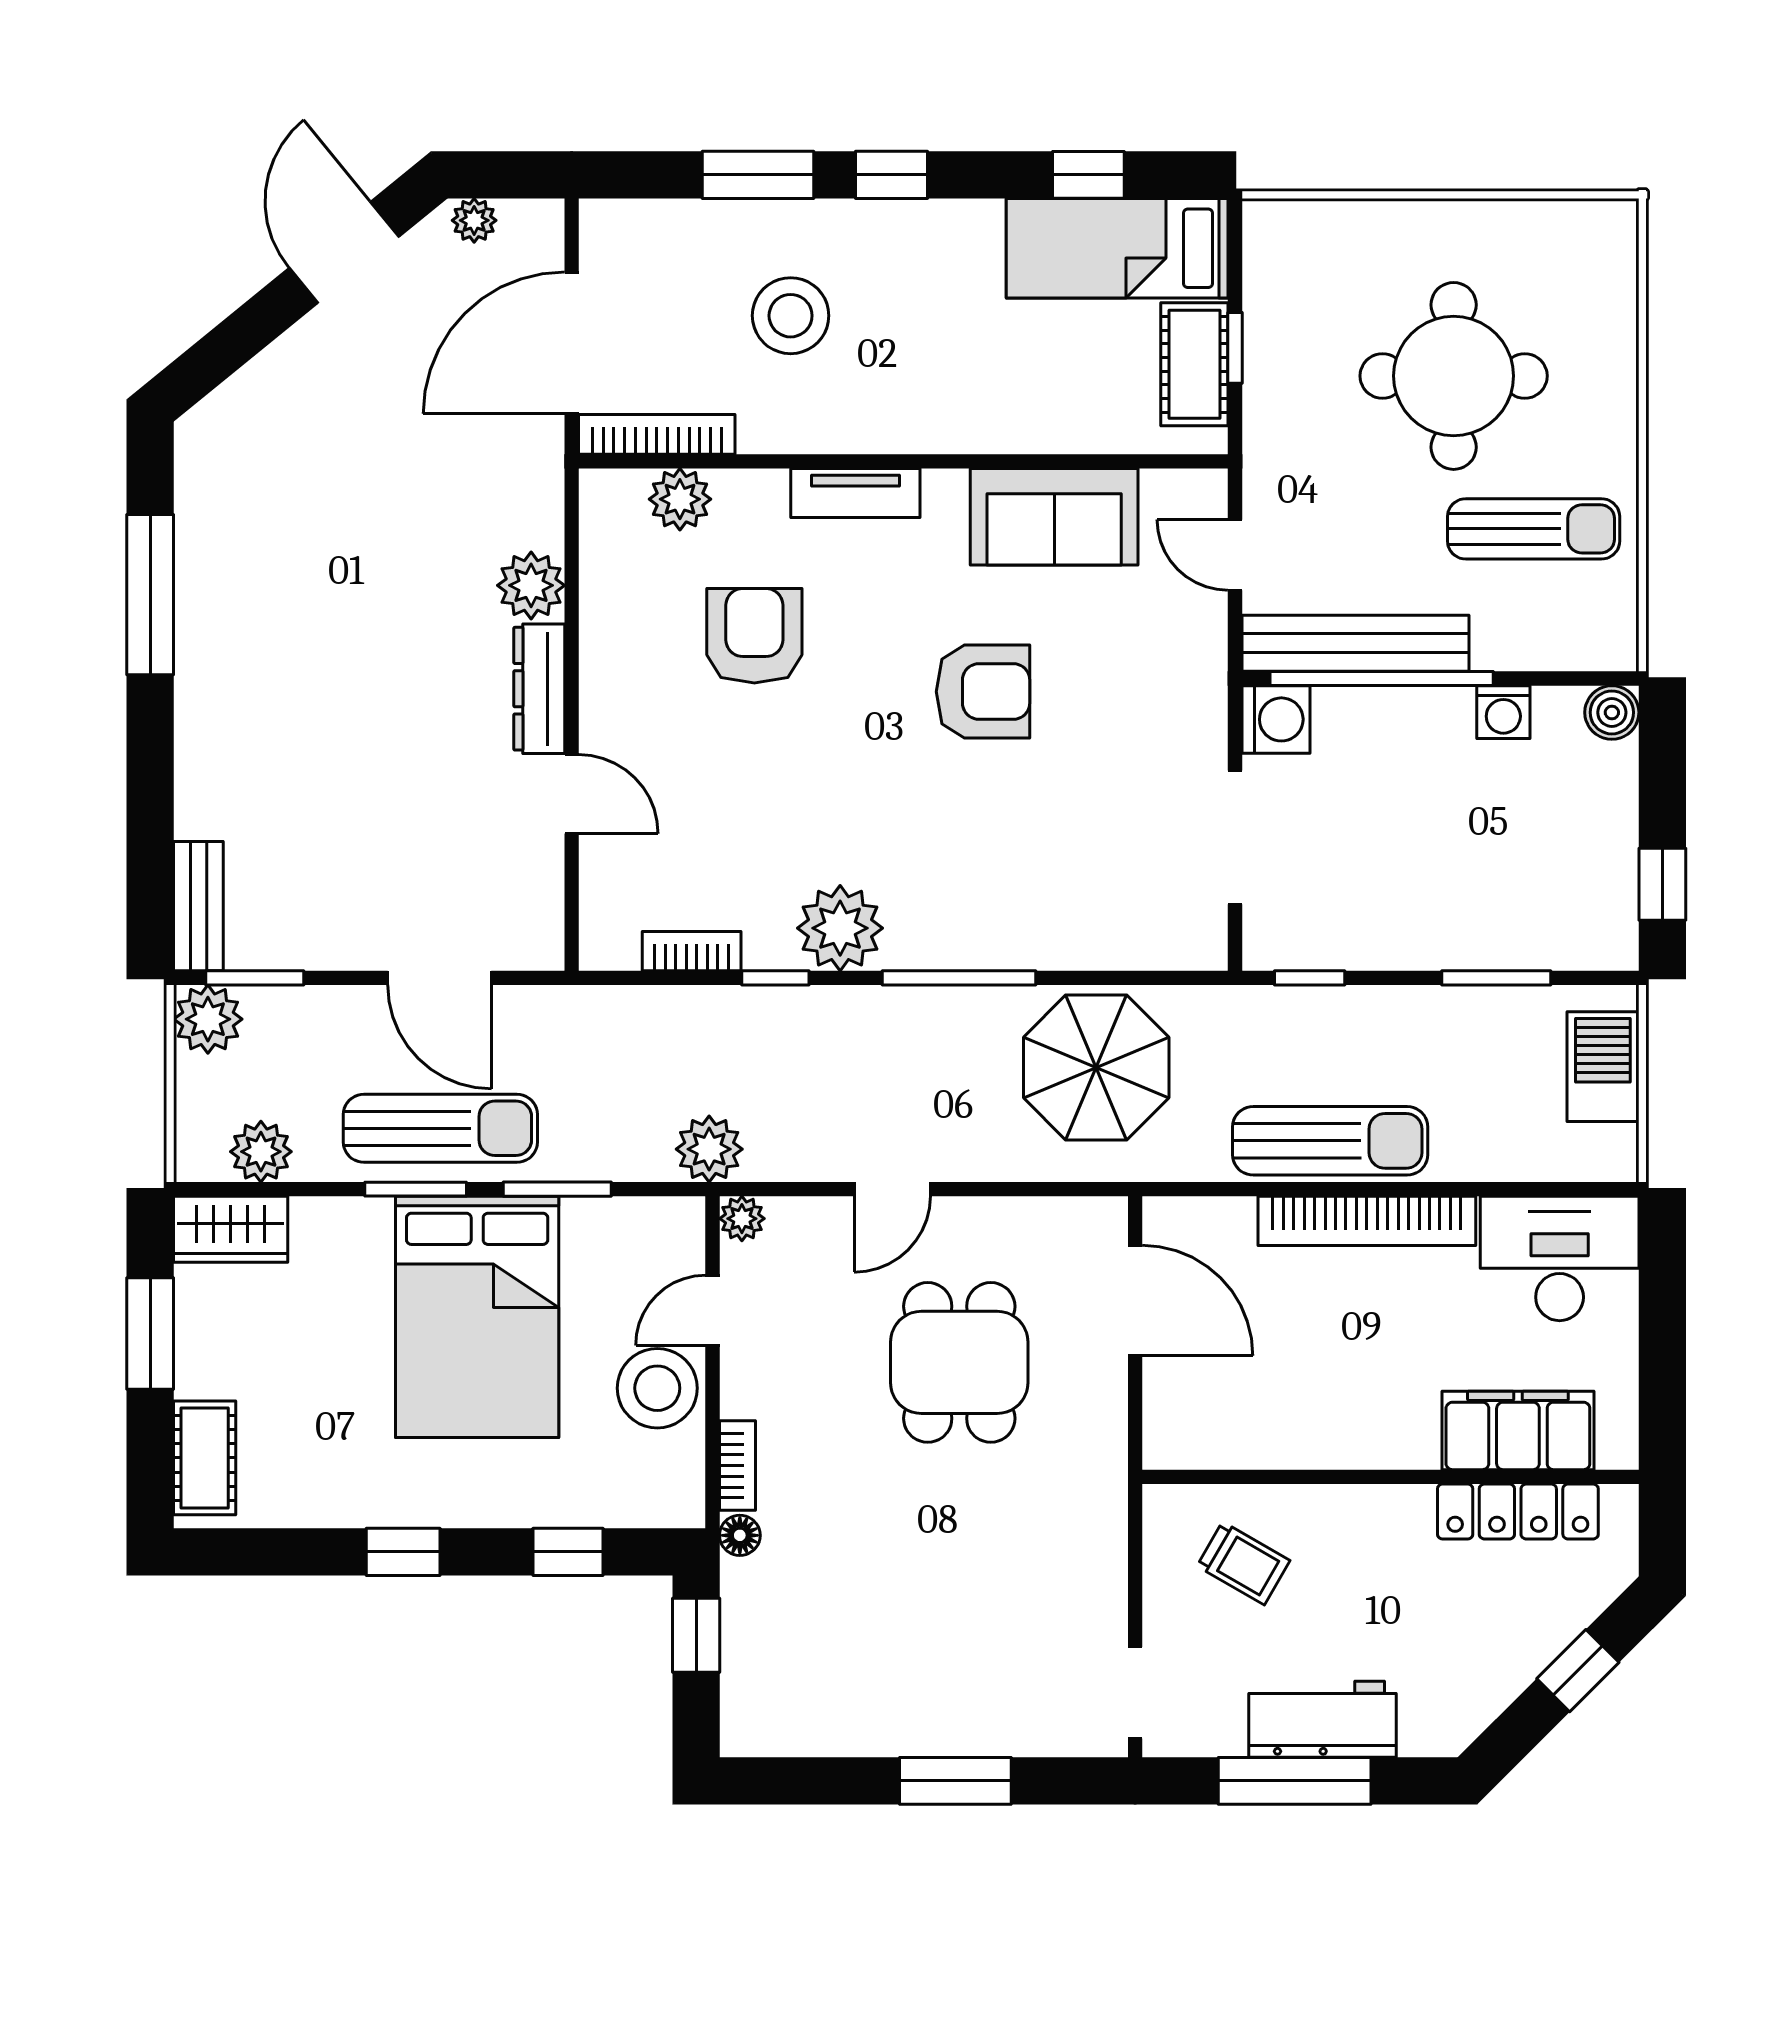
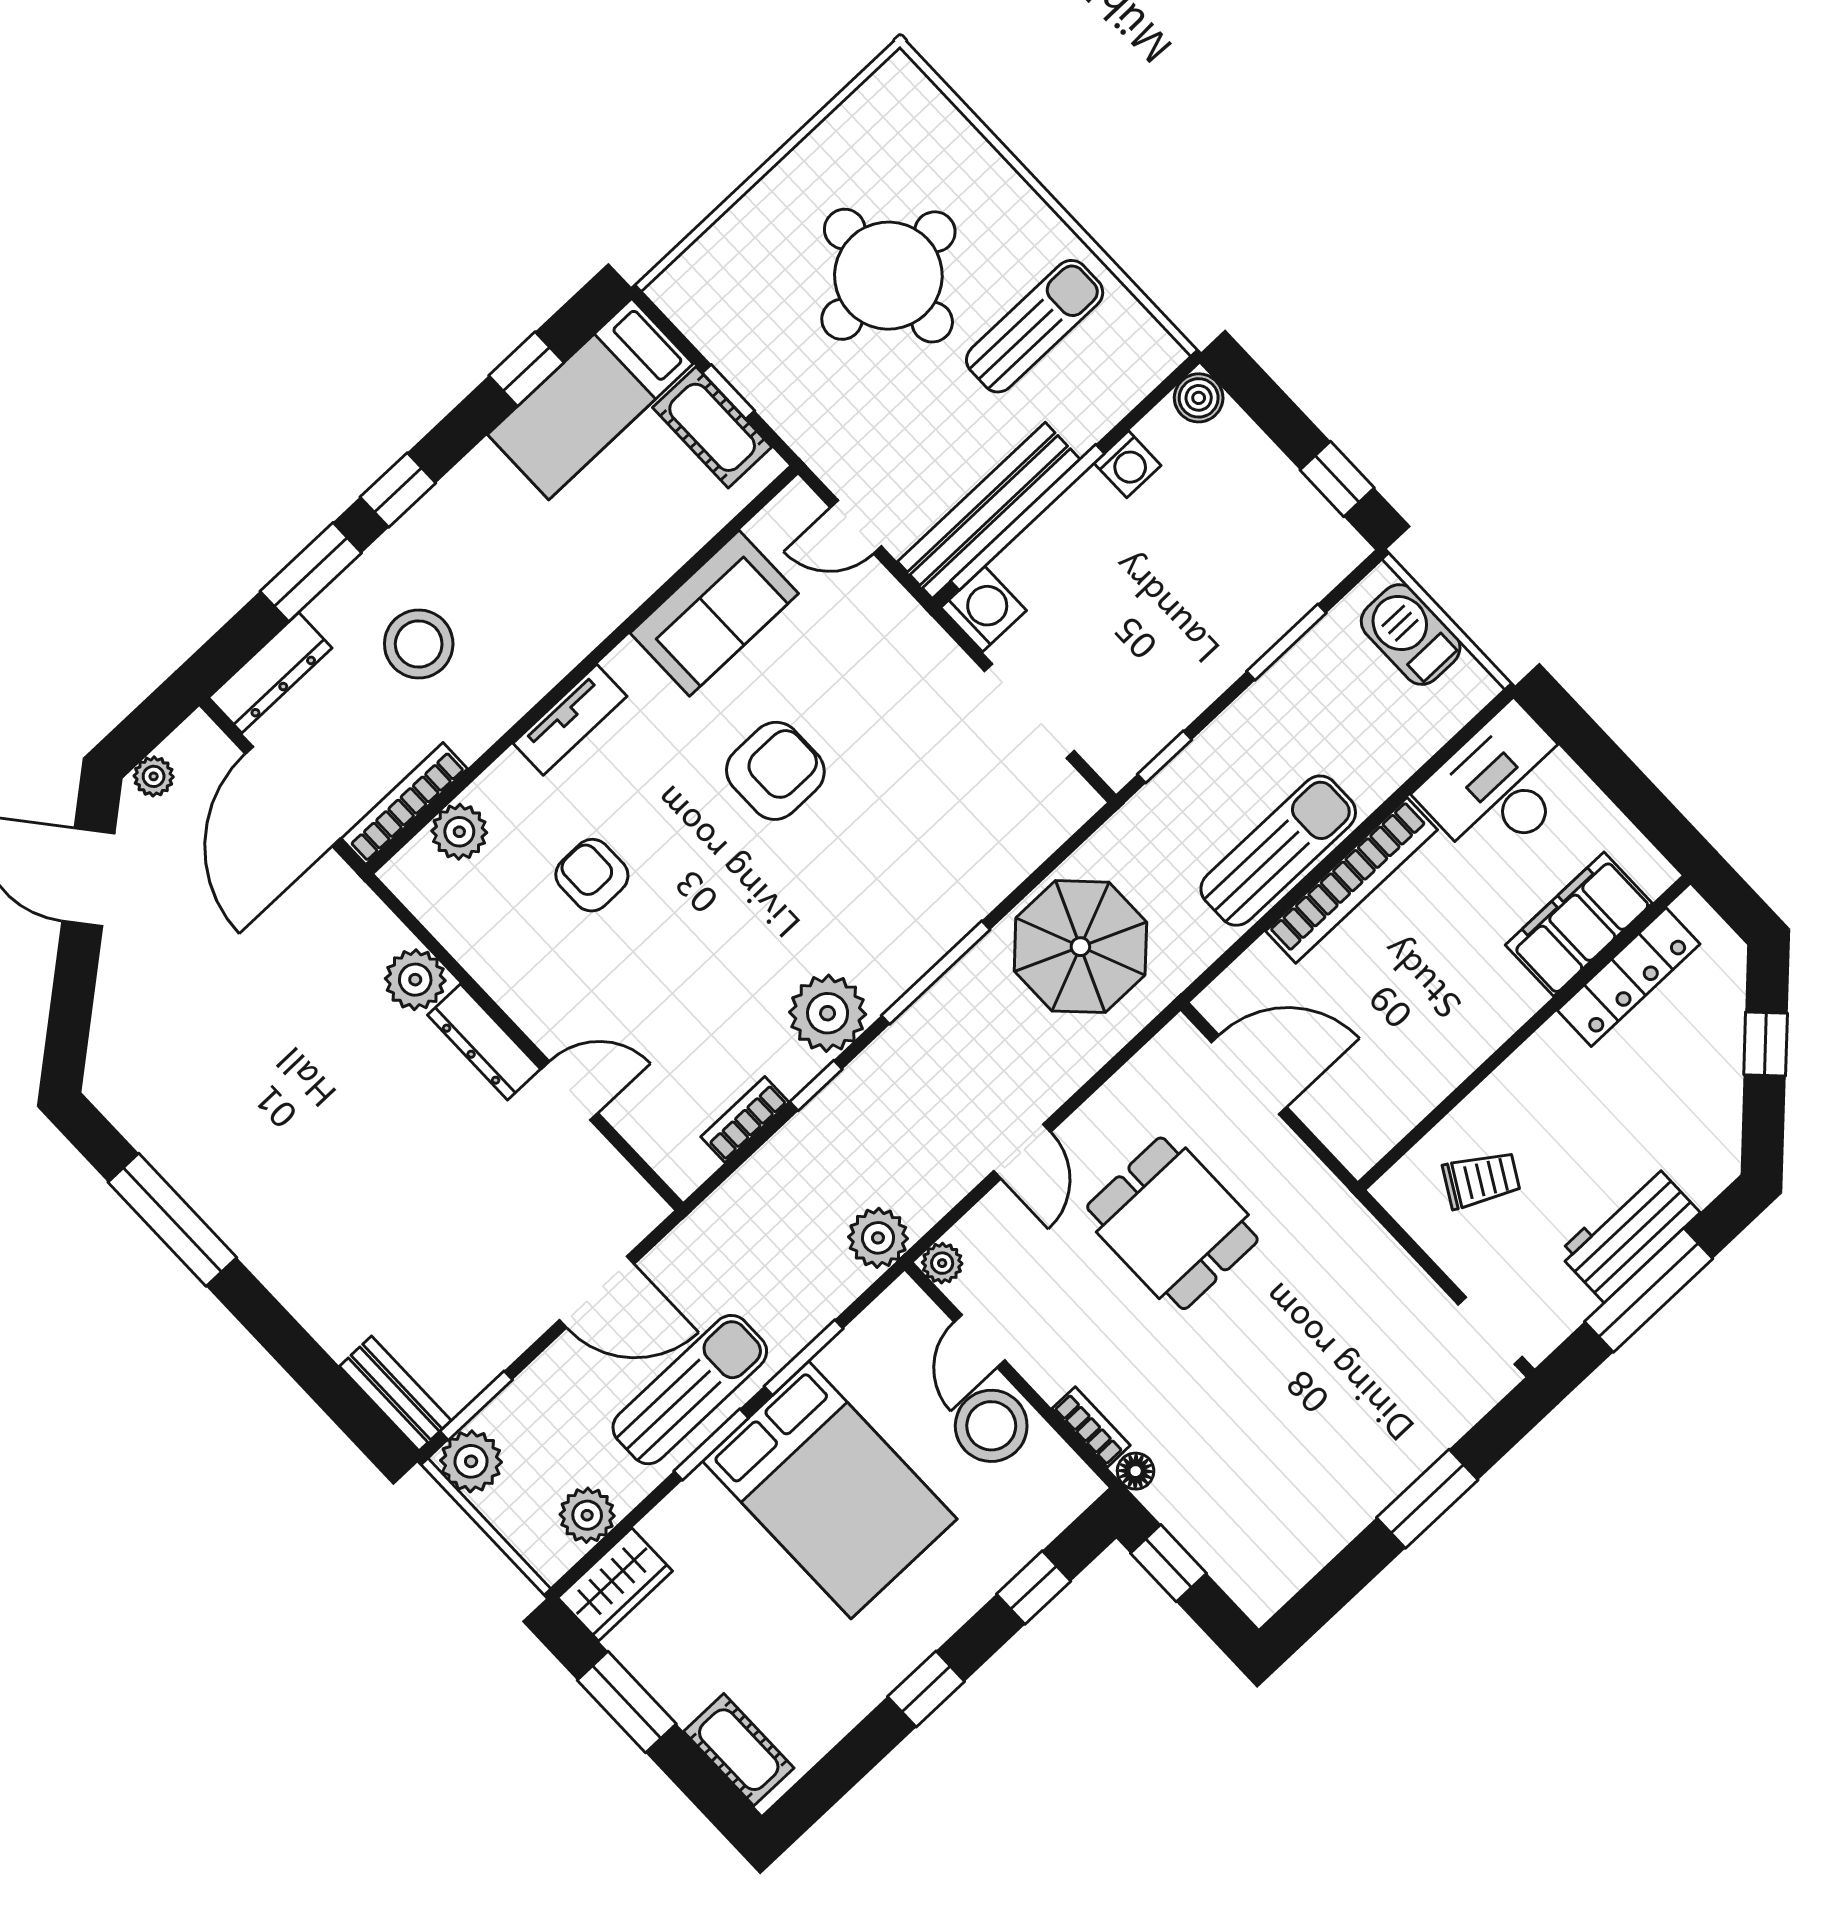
dresser: (648, 225) -> (270, 673), added
armchair: (754, 636) -> (592, 875), width x0.72, depth x0.72

